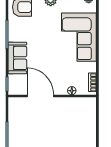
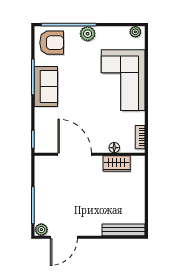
sofa: (17, 58) -> (46, 86), moved
wardrobe: (74, 103) -> (117, 164), added

